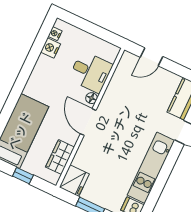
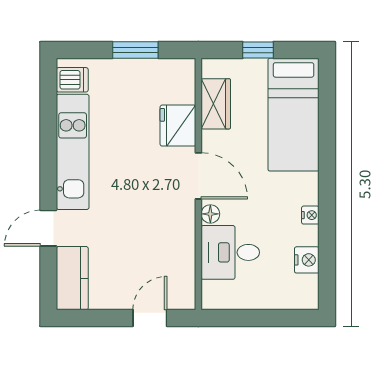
nightstand: (55, 34) -> (310, 215), moved
fridge: (74, 181) -> (178, 126), moved

